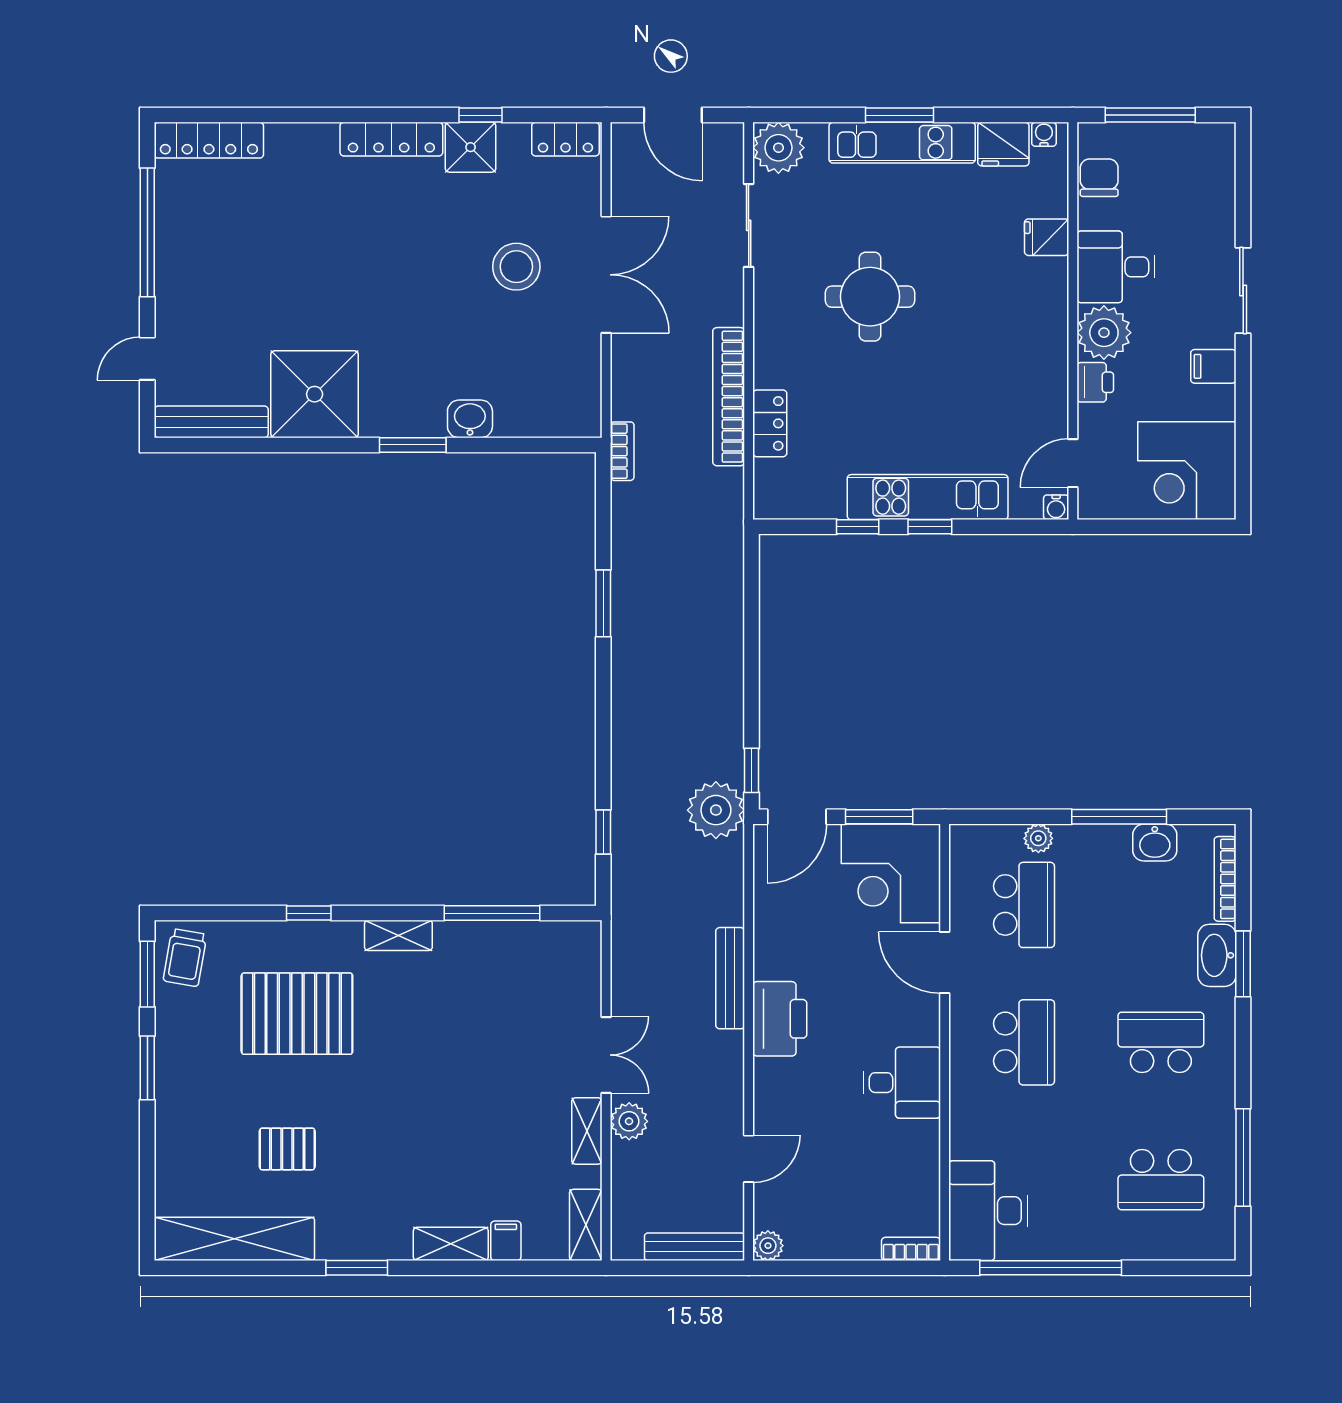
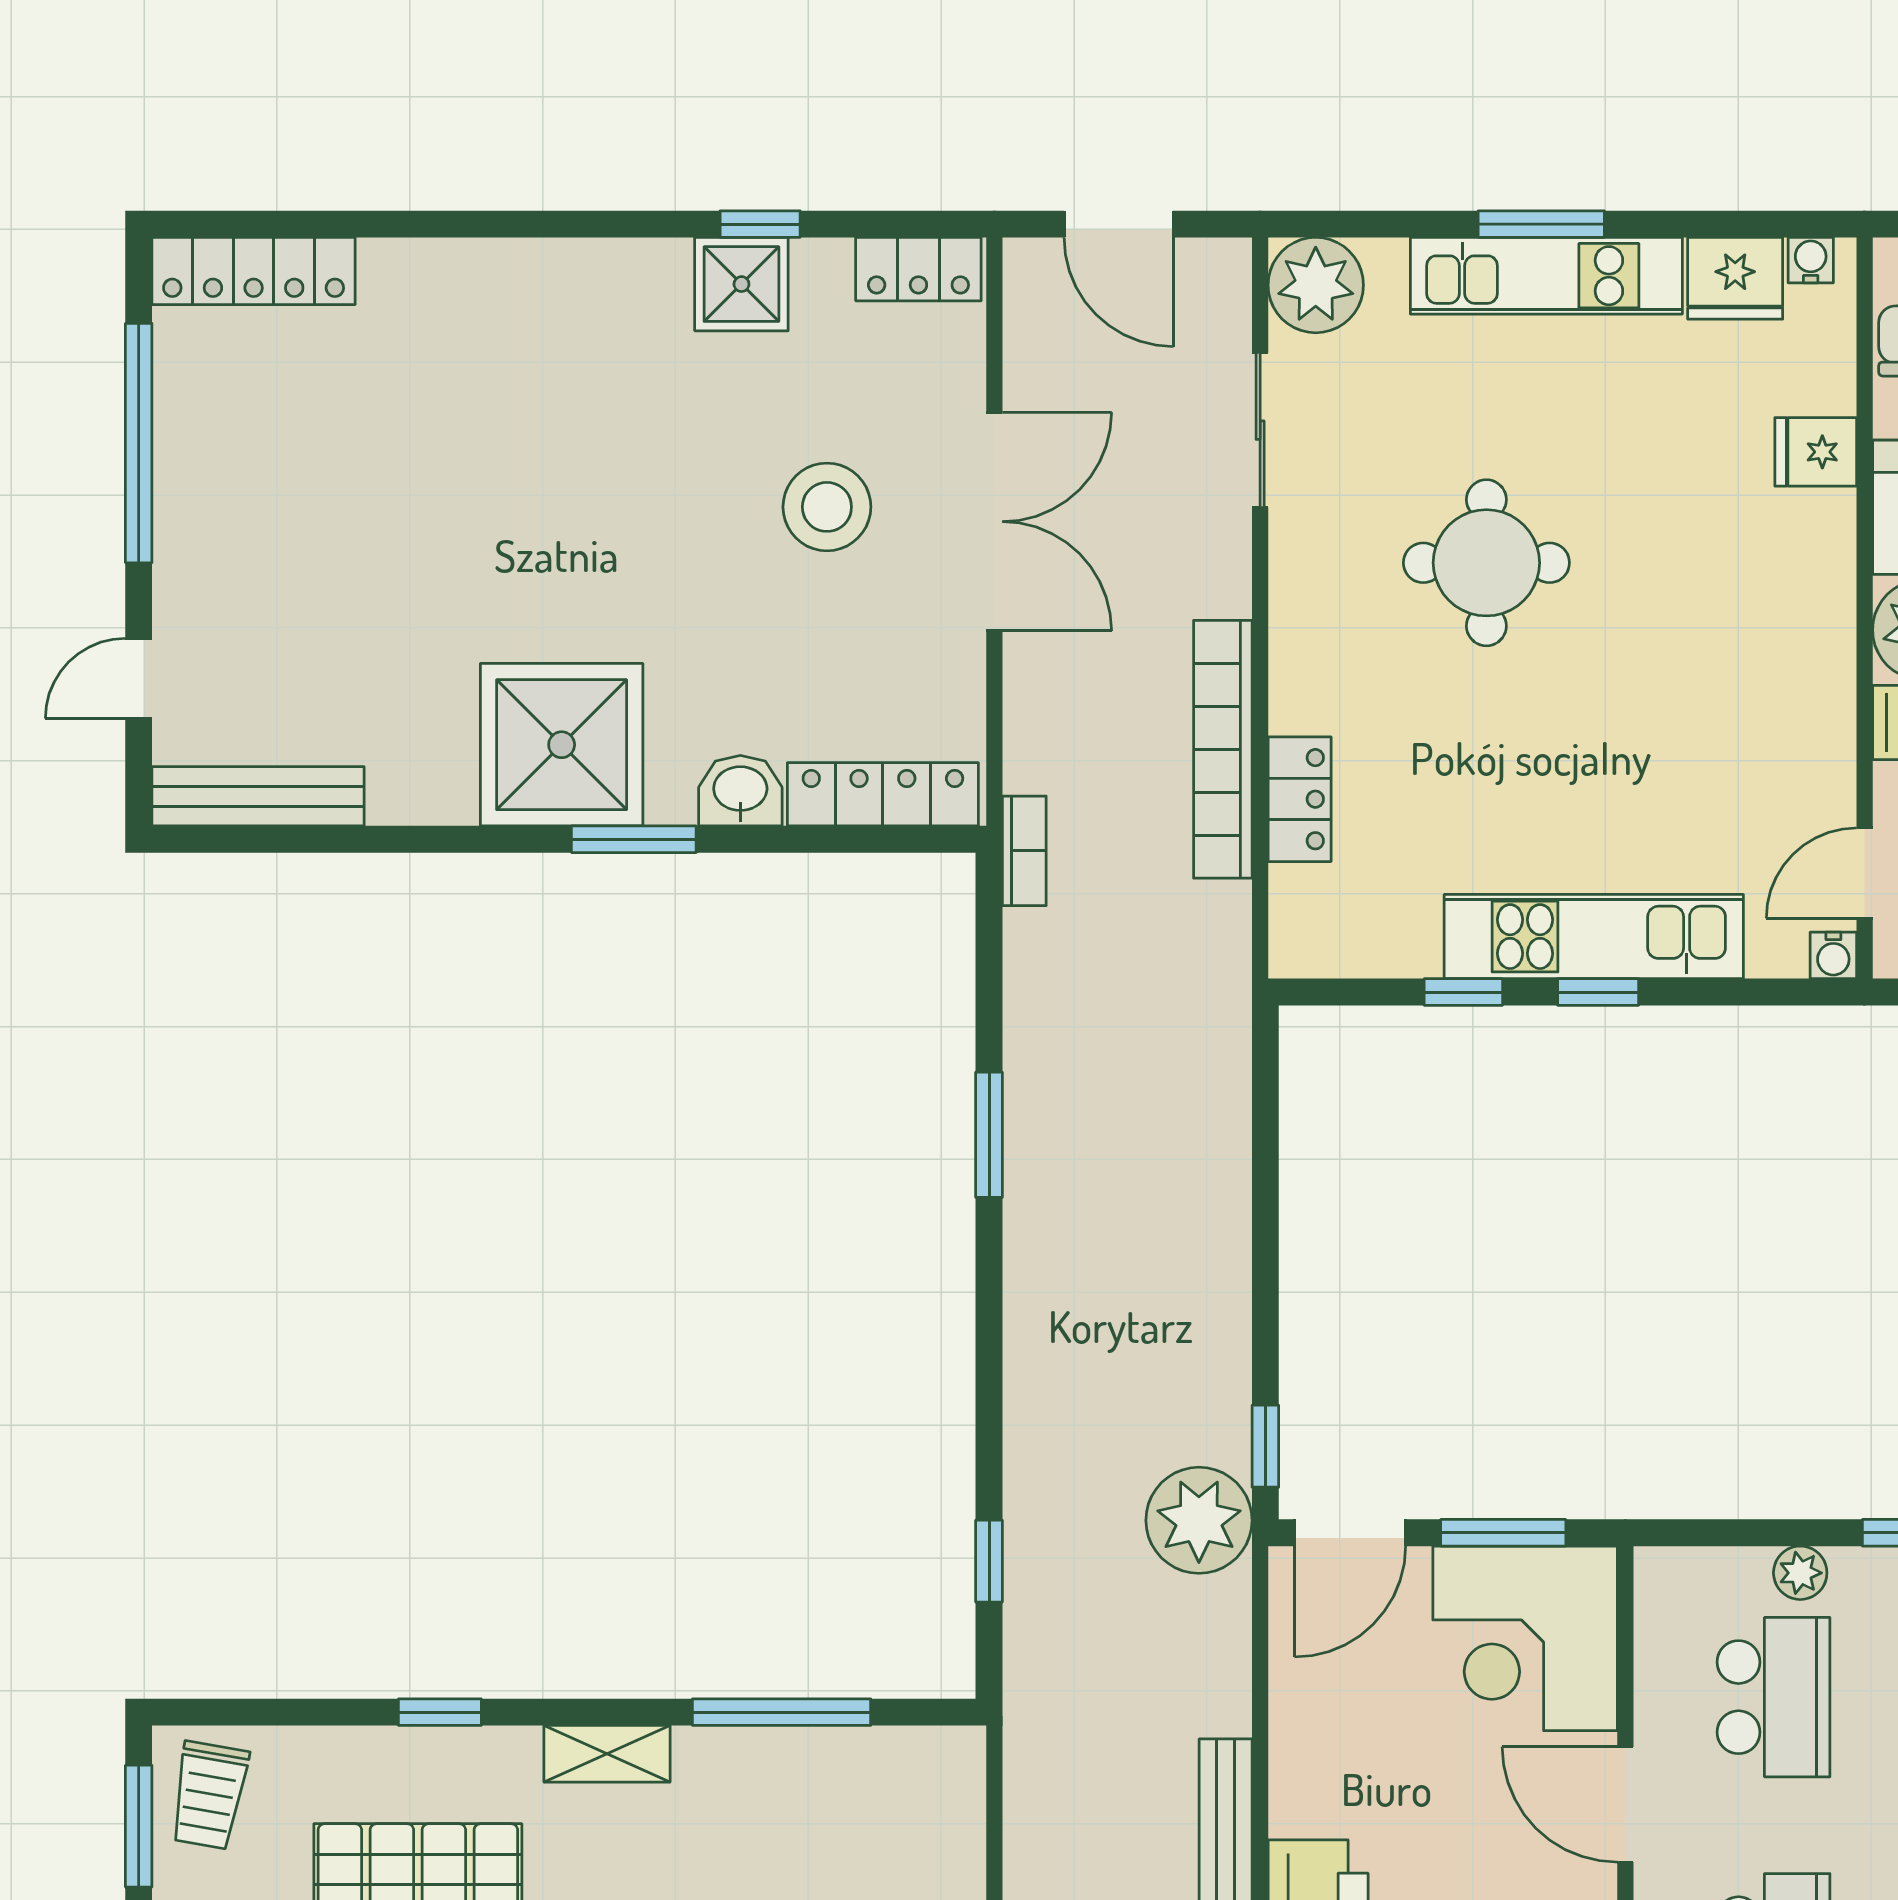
locker: (391, 139) -> (883, 794), moved, turned 180
shower: (315, 394) -> (562, 745), moved

